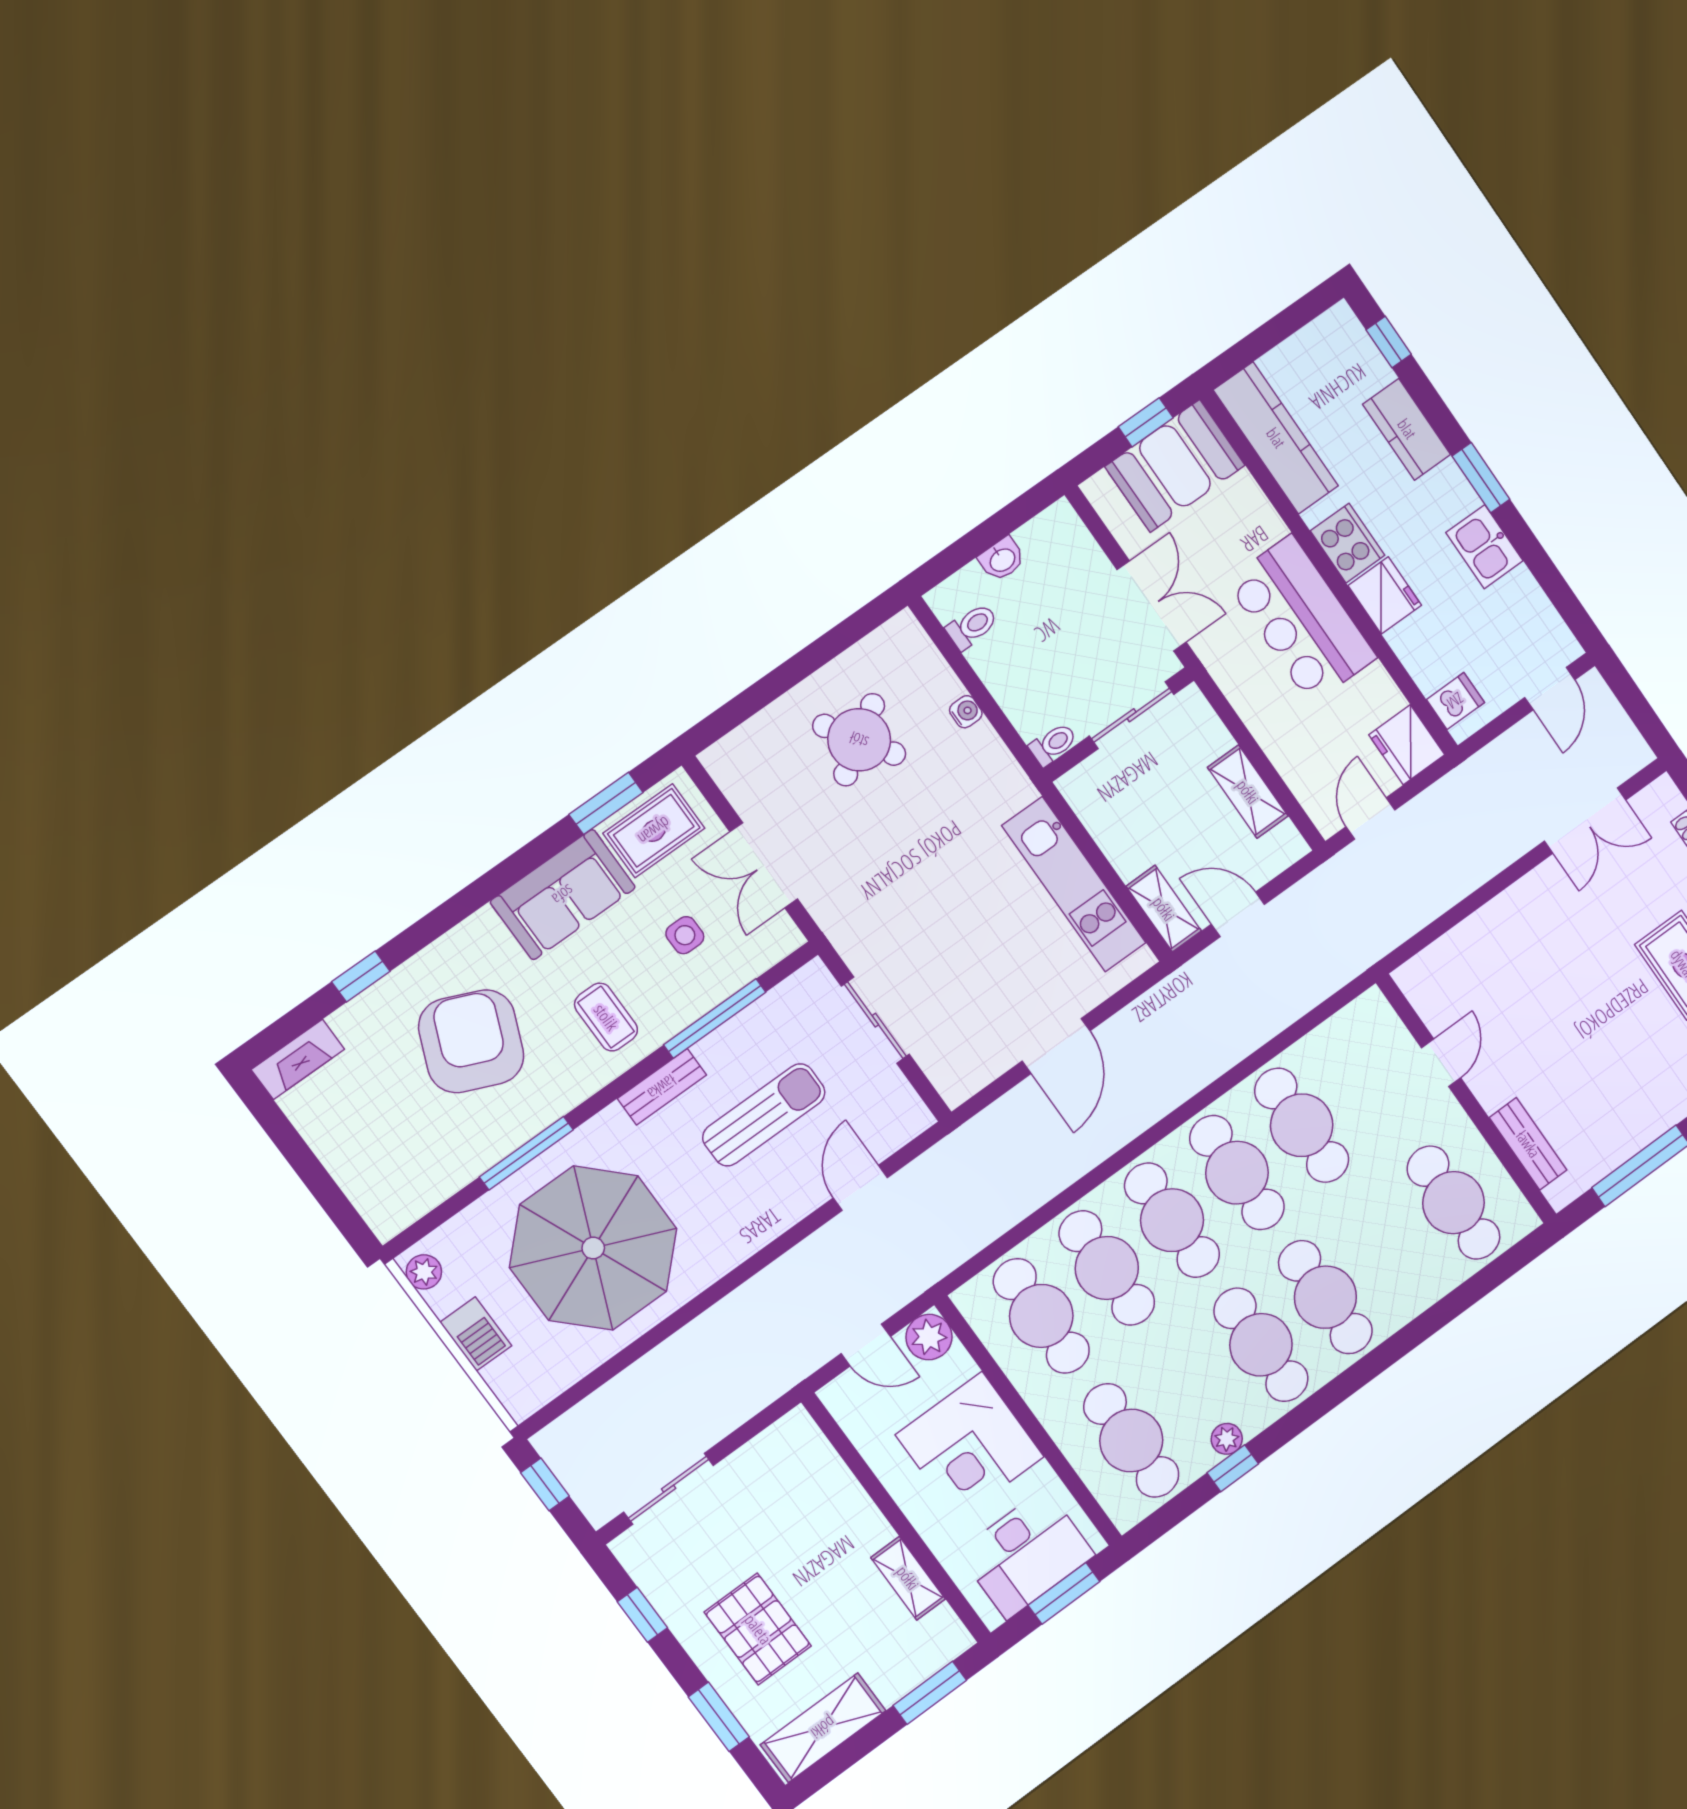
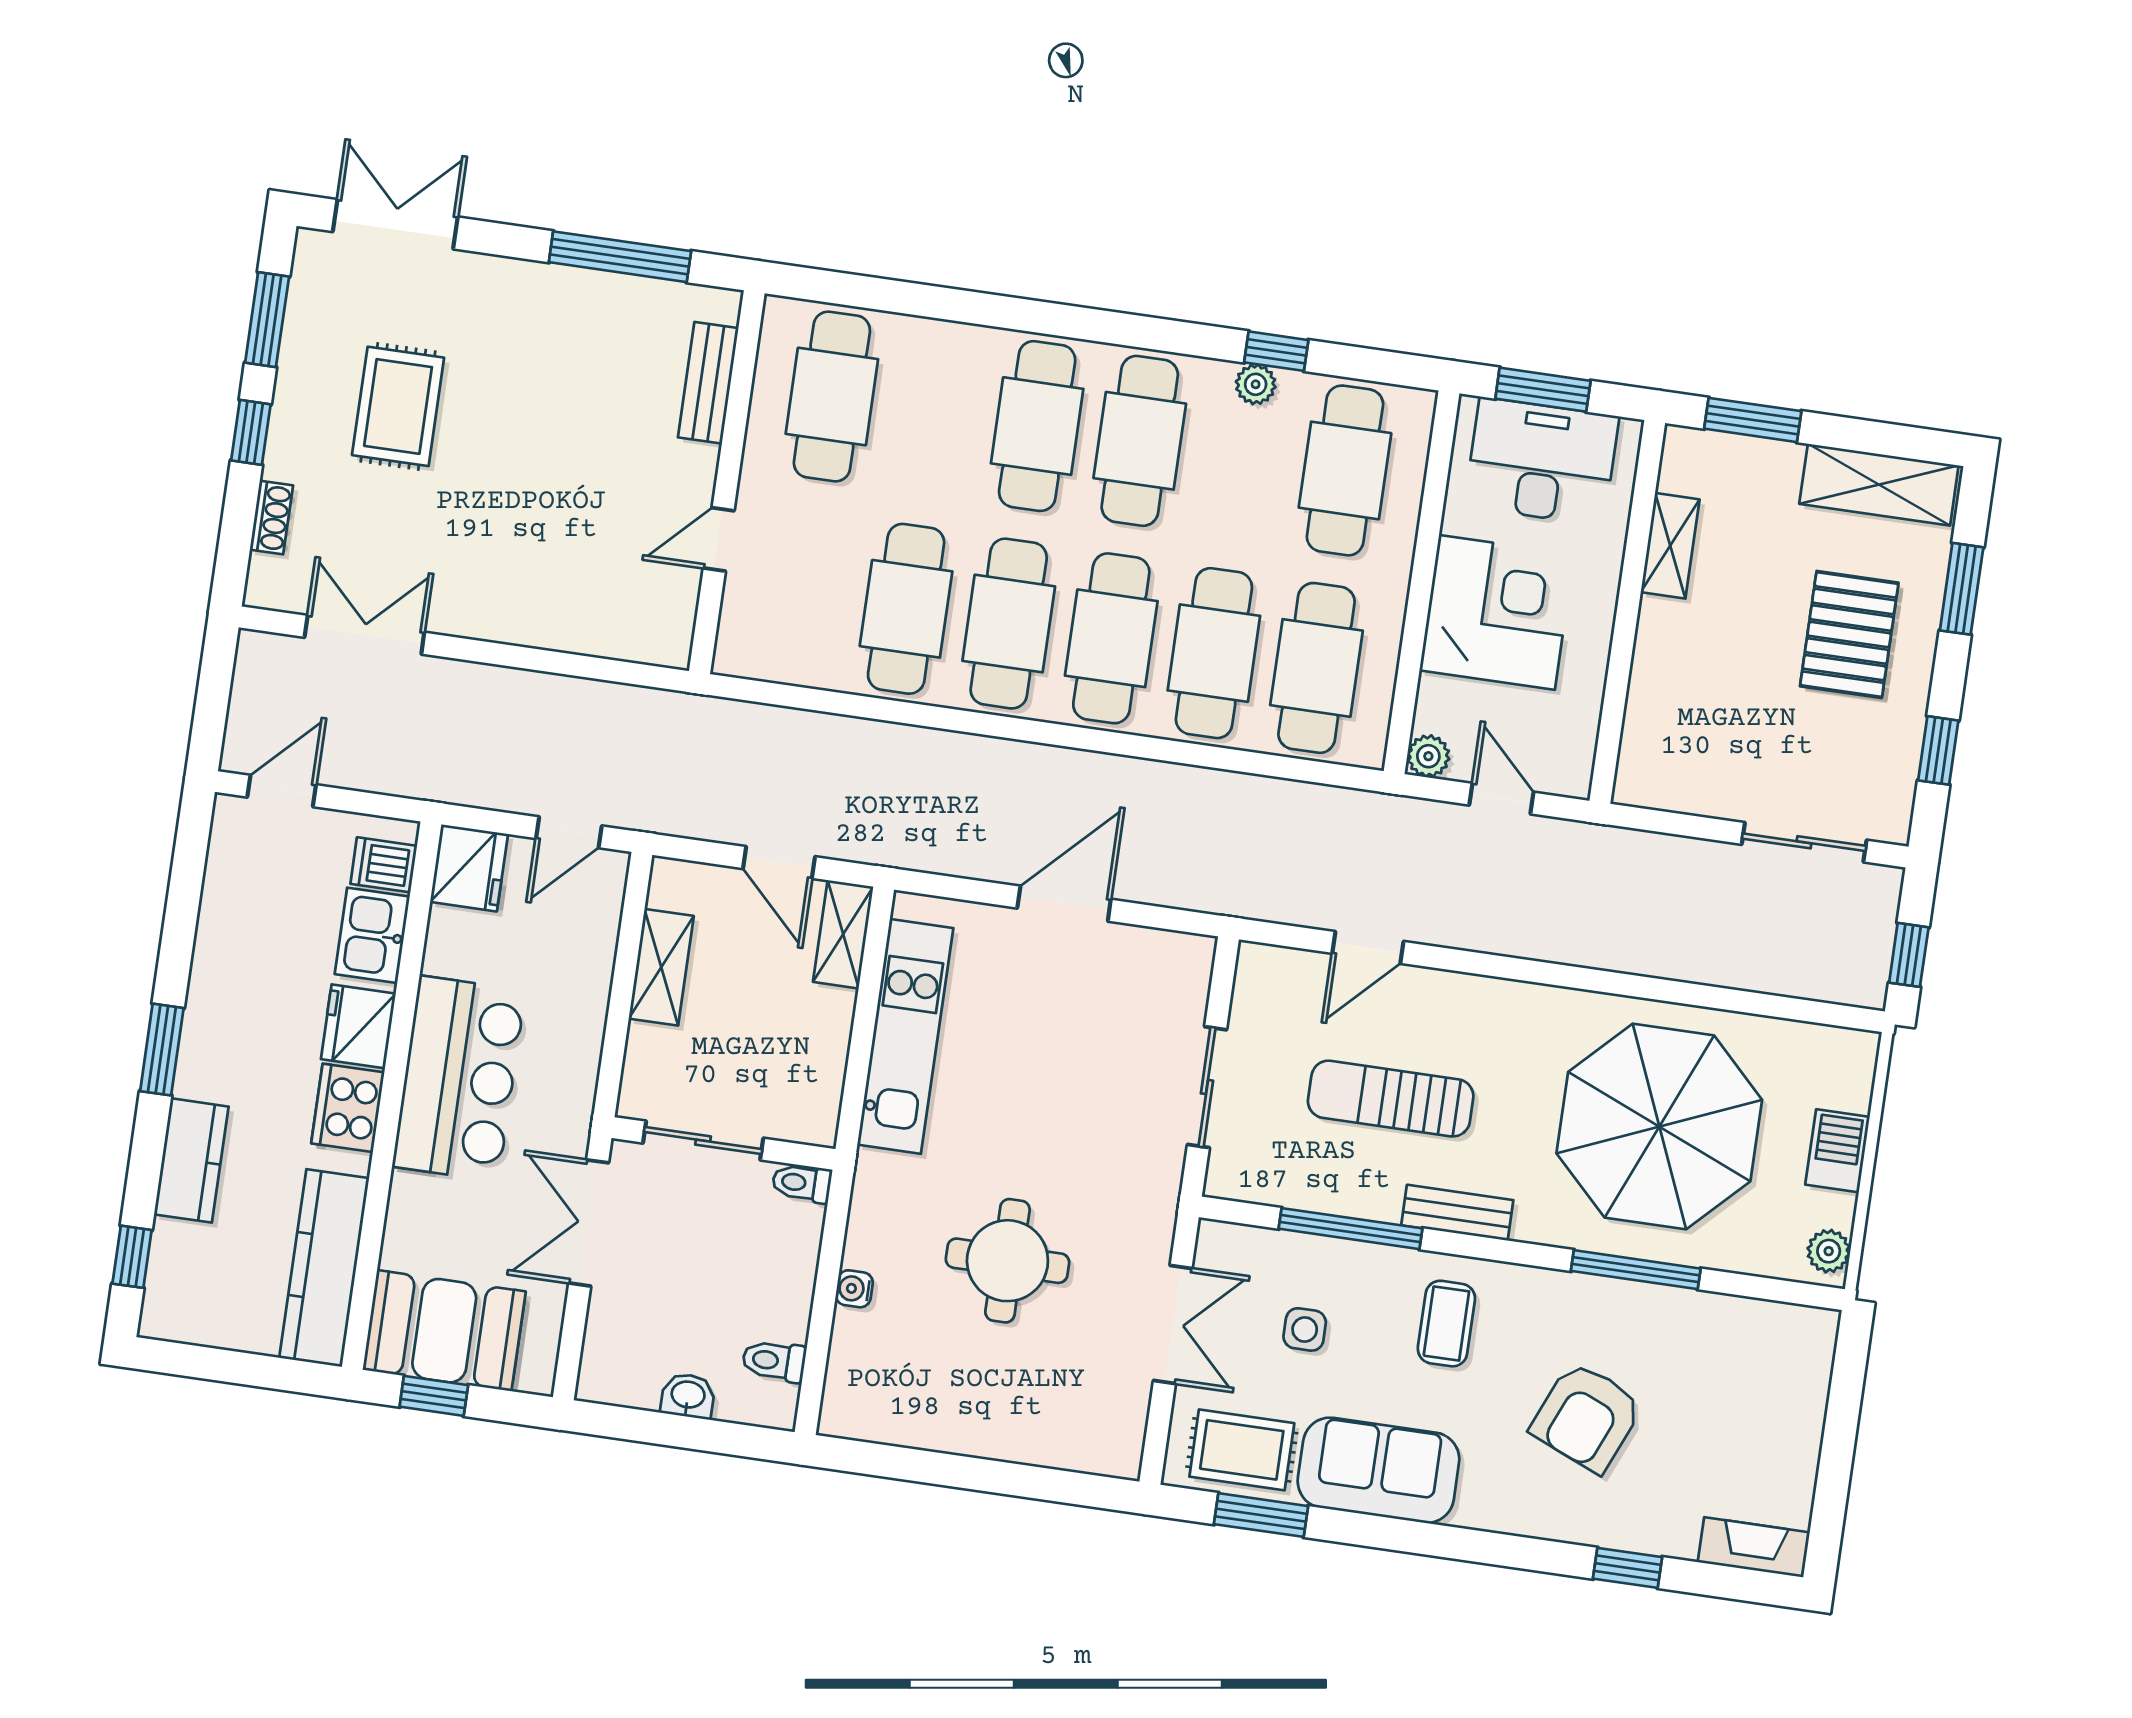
kitchen sink: (1484, 547) -> (372, 935), moved, turned 180
round table: (859, 740) -> (1007, 1261), moved, turned 33
armchair: (471, 1041) -> (1587, 1417), width x0.73, depth x0.73
plant: (929, 1337) -> (1428, 756), width x0.73, depth x0.73

